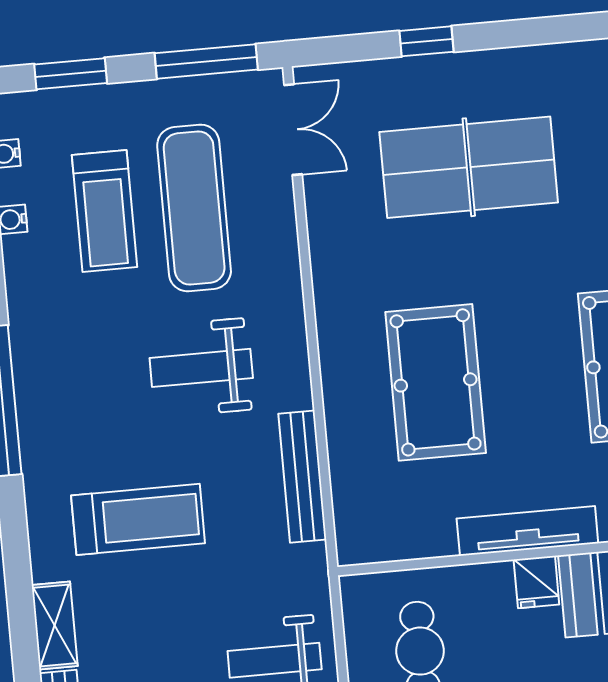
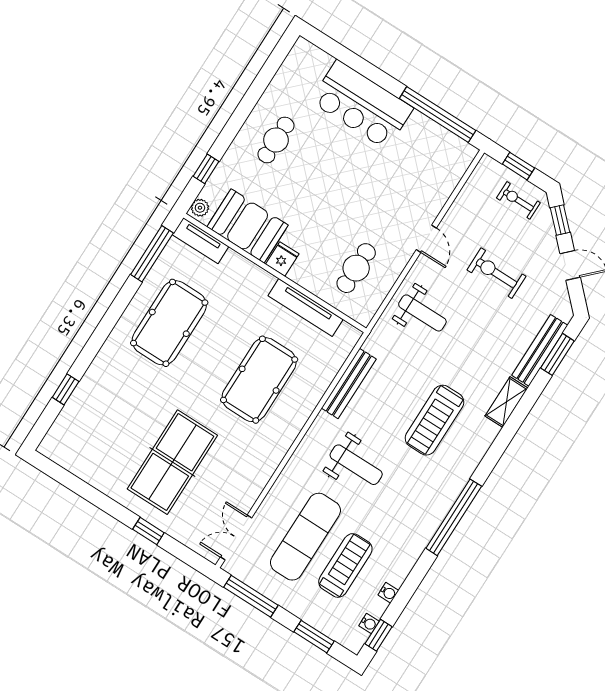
table tennis table: (469, 167) -> (172, 462), turned 90
treadmill: (138, 519) -> (434, 420), turned -90
tv unit: (527, 531) -> (306, 308), moved

